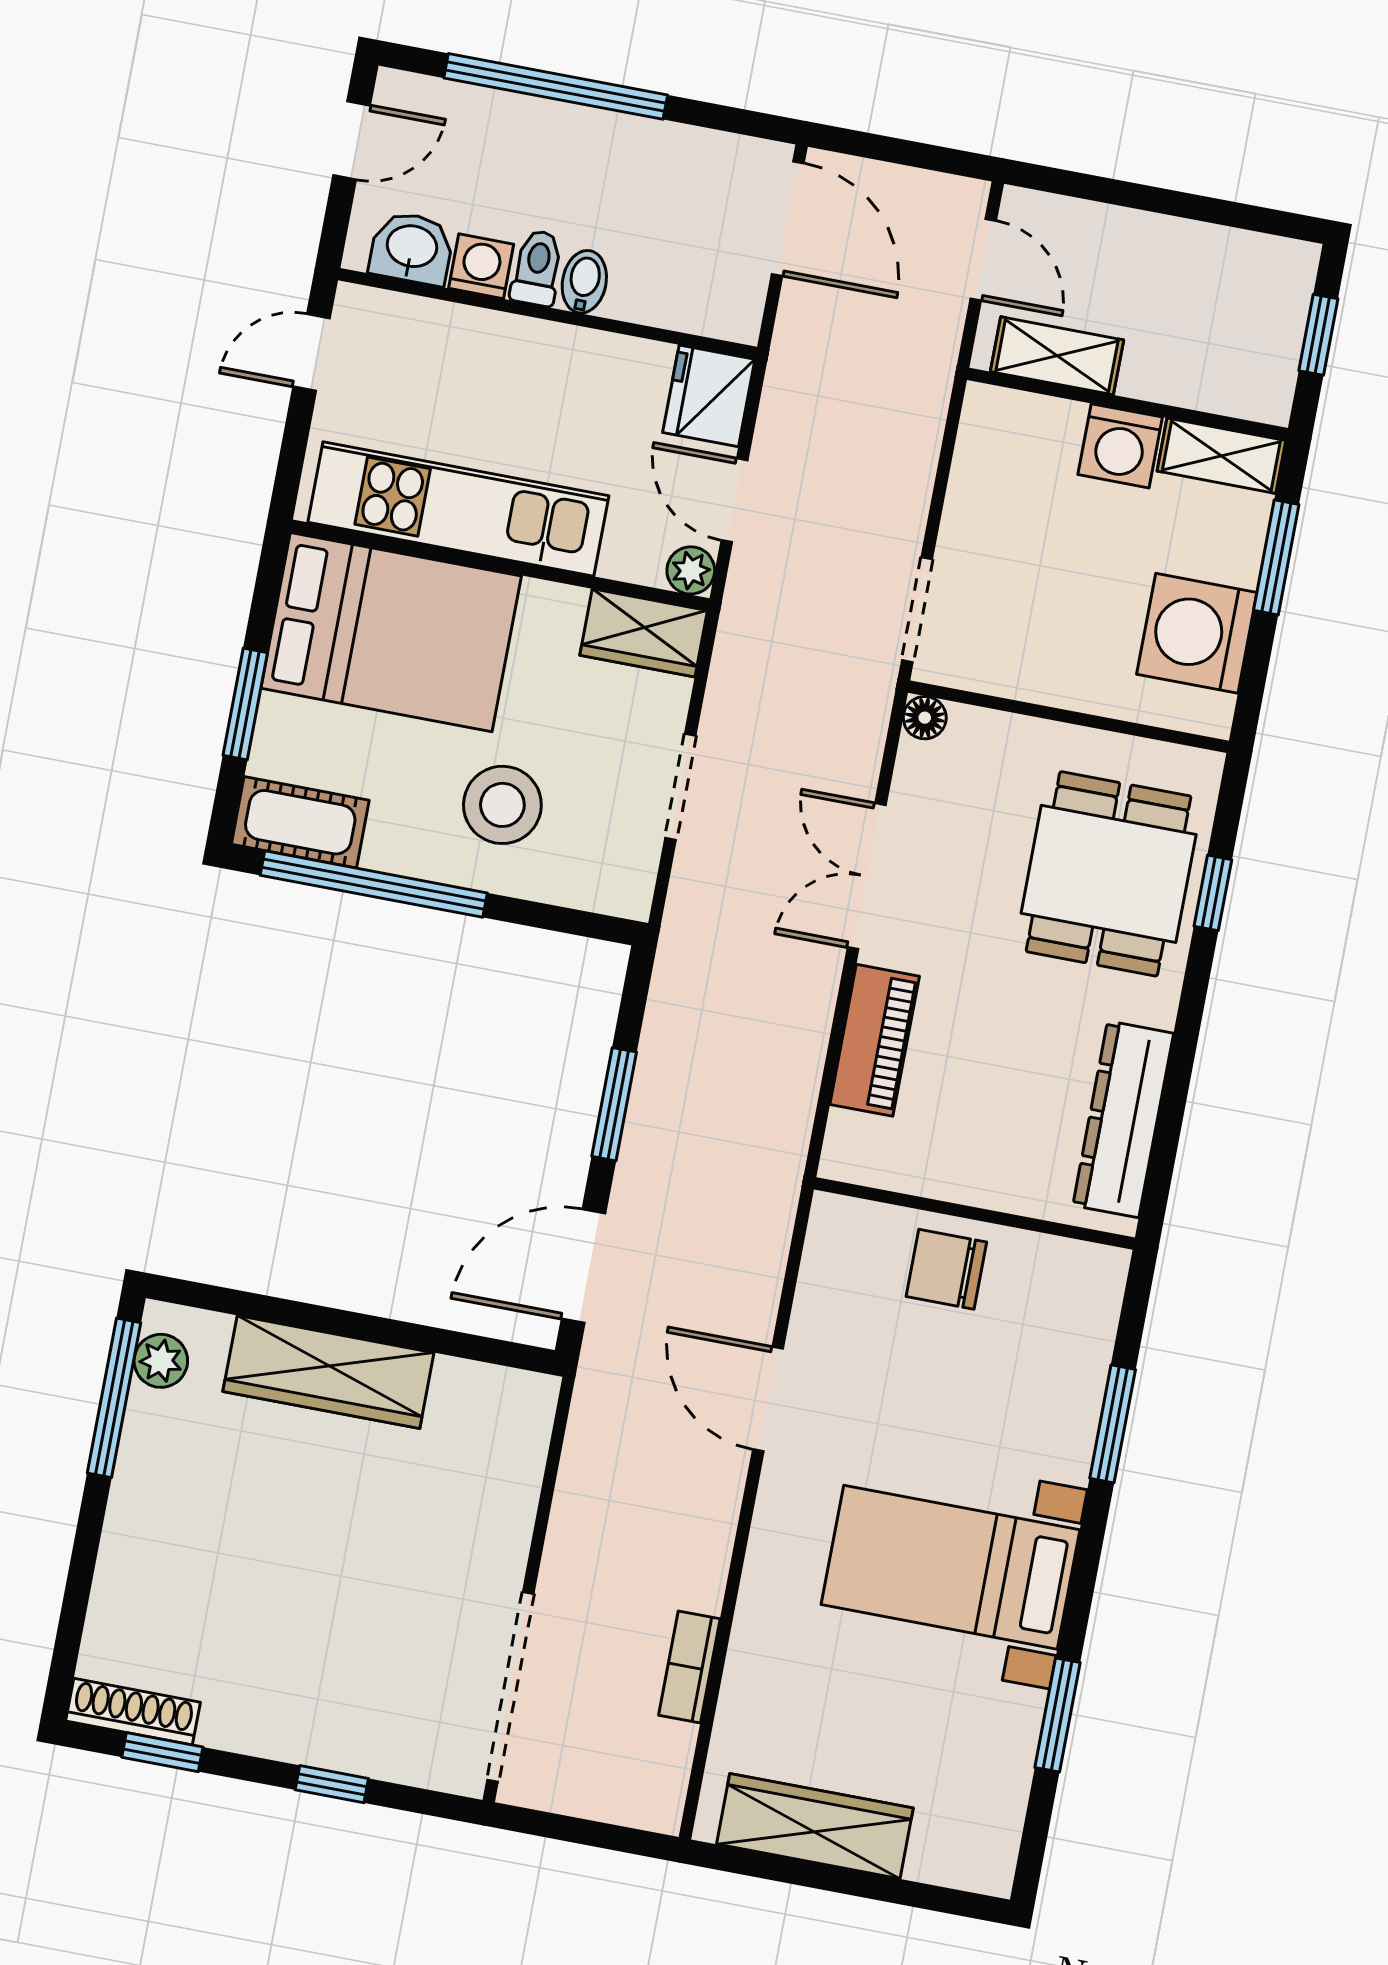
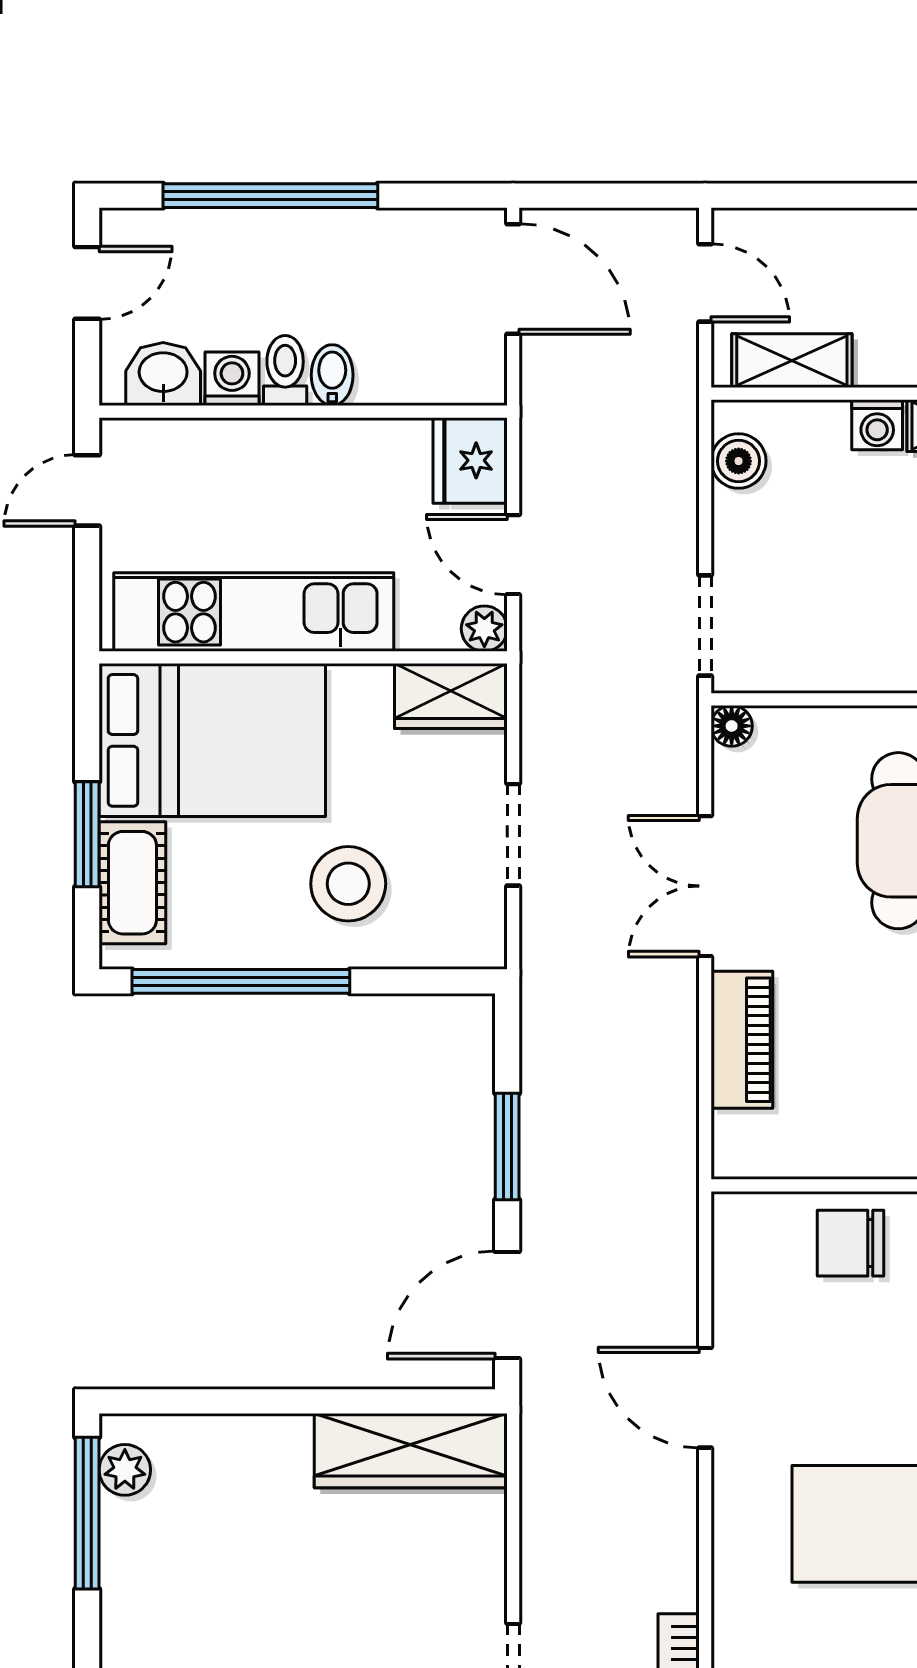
washing machine: (1120, 446) -> (877, 425), width x0.73, depth x0.73
boiler: (983, 448) -> (739, 461), added
cot: (300, 822) -> (132, 883), moved, turned 90
wardrobe: (328, 1372) -> (411, 1451), moved

